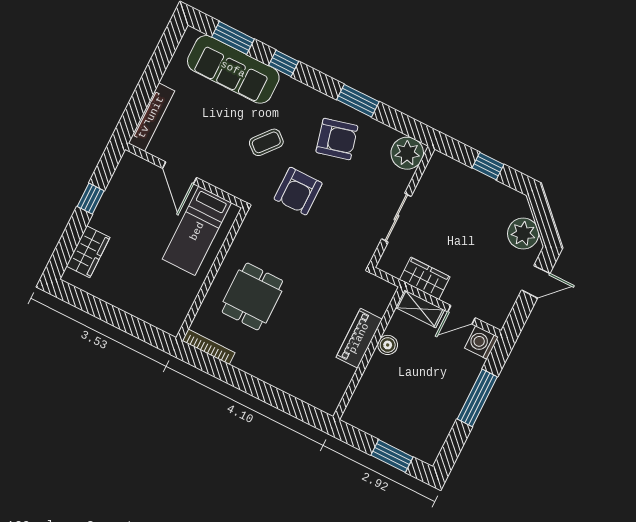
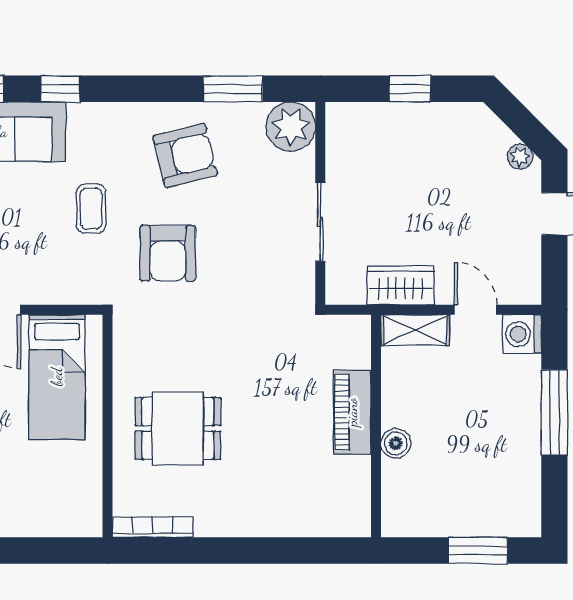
window: (358, 101) -> (233, 89), moved
coffee table: (266, 142) -> (91, 209), turned -40
plant: (523, 233) -> (520, 157), width x0.53, depth x0.53
dining table: (252, 296) -> (178, 429), turned 90
door: (461, 315) -> (476, 310), swing flipped
boiler: (388, 345) -> (396, 443), moved

